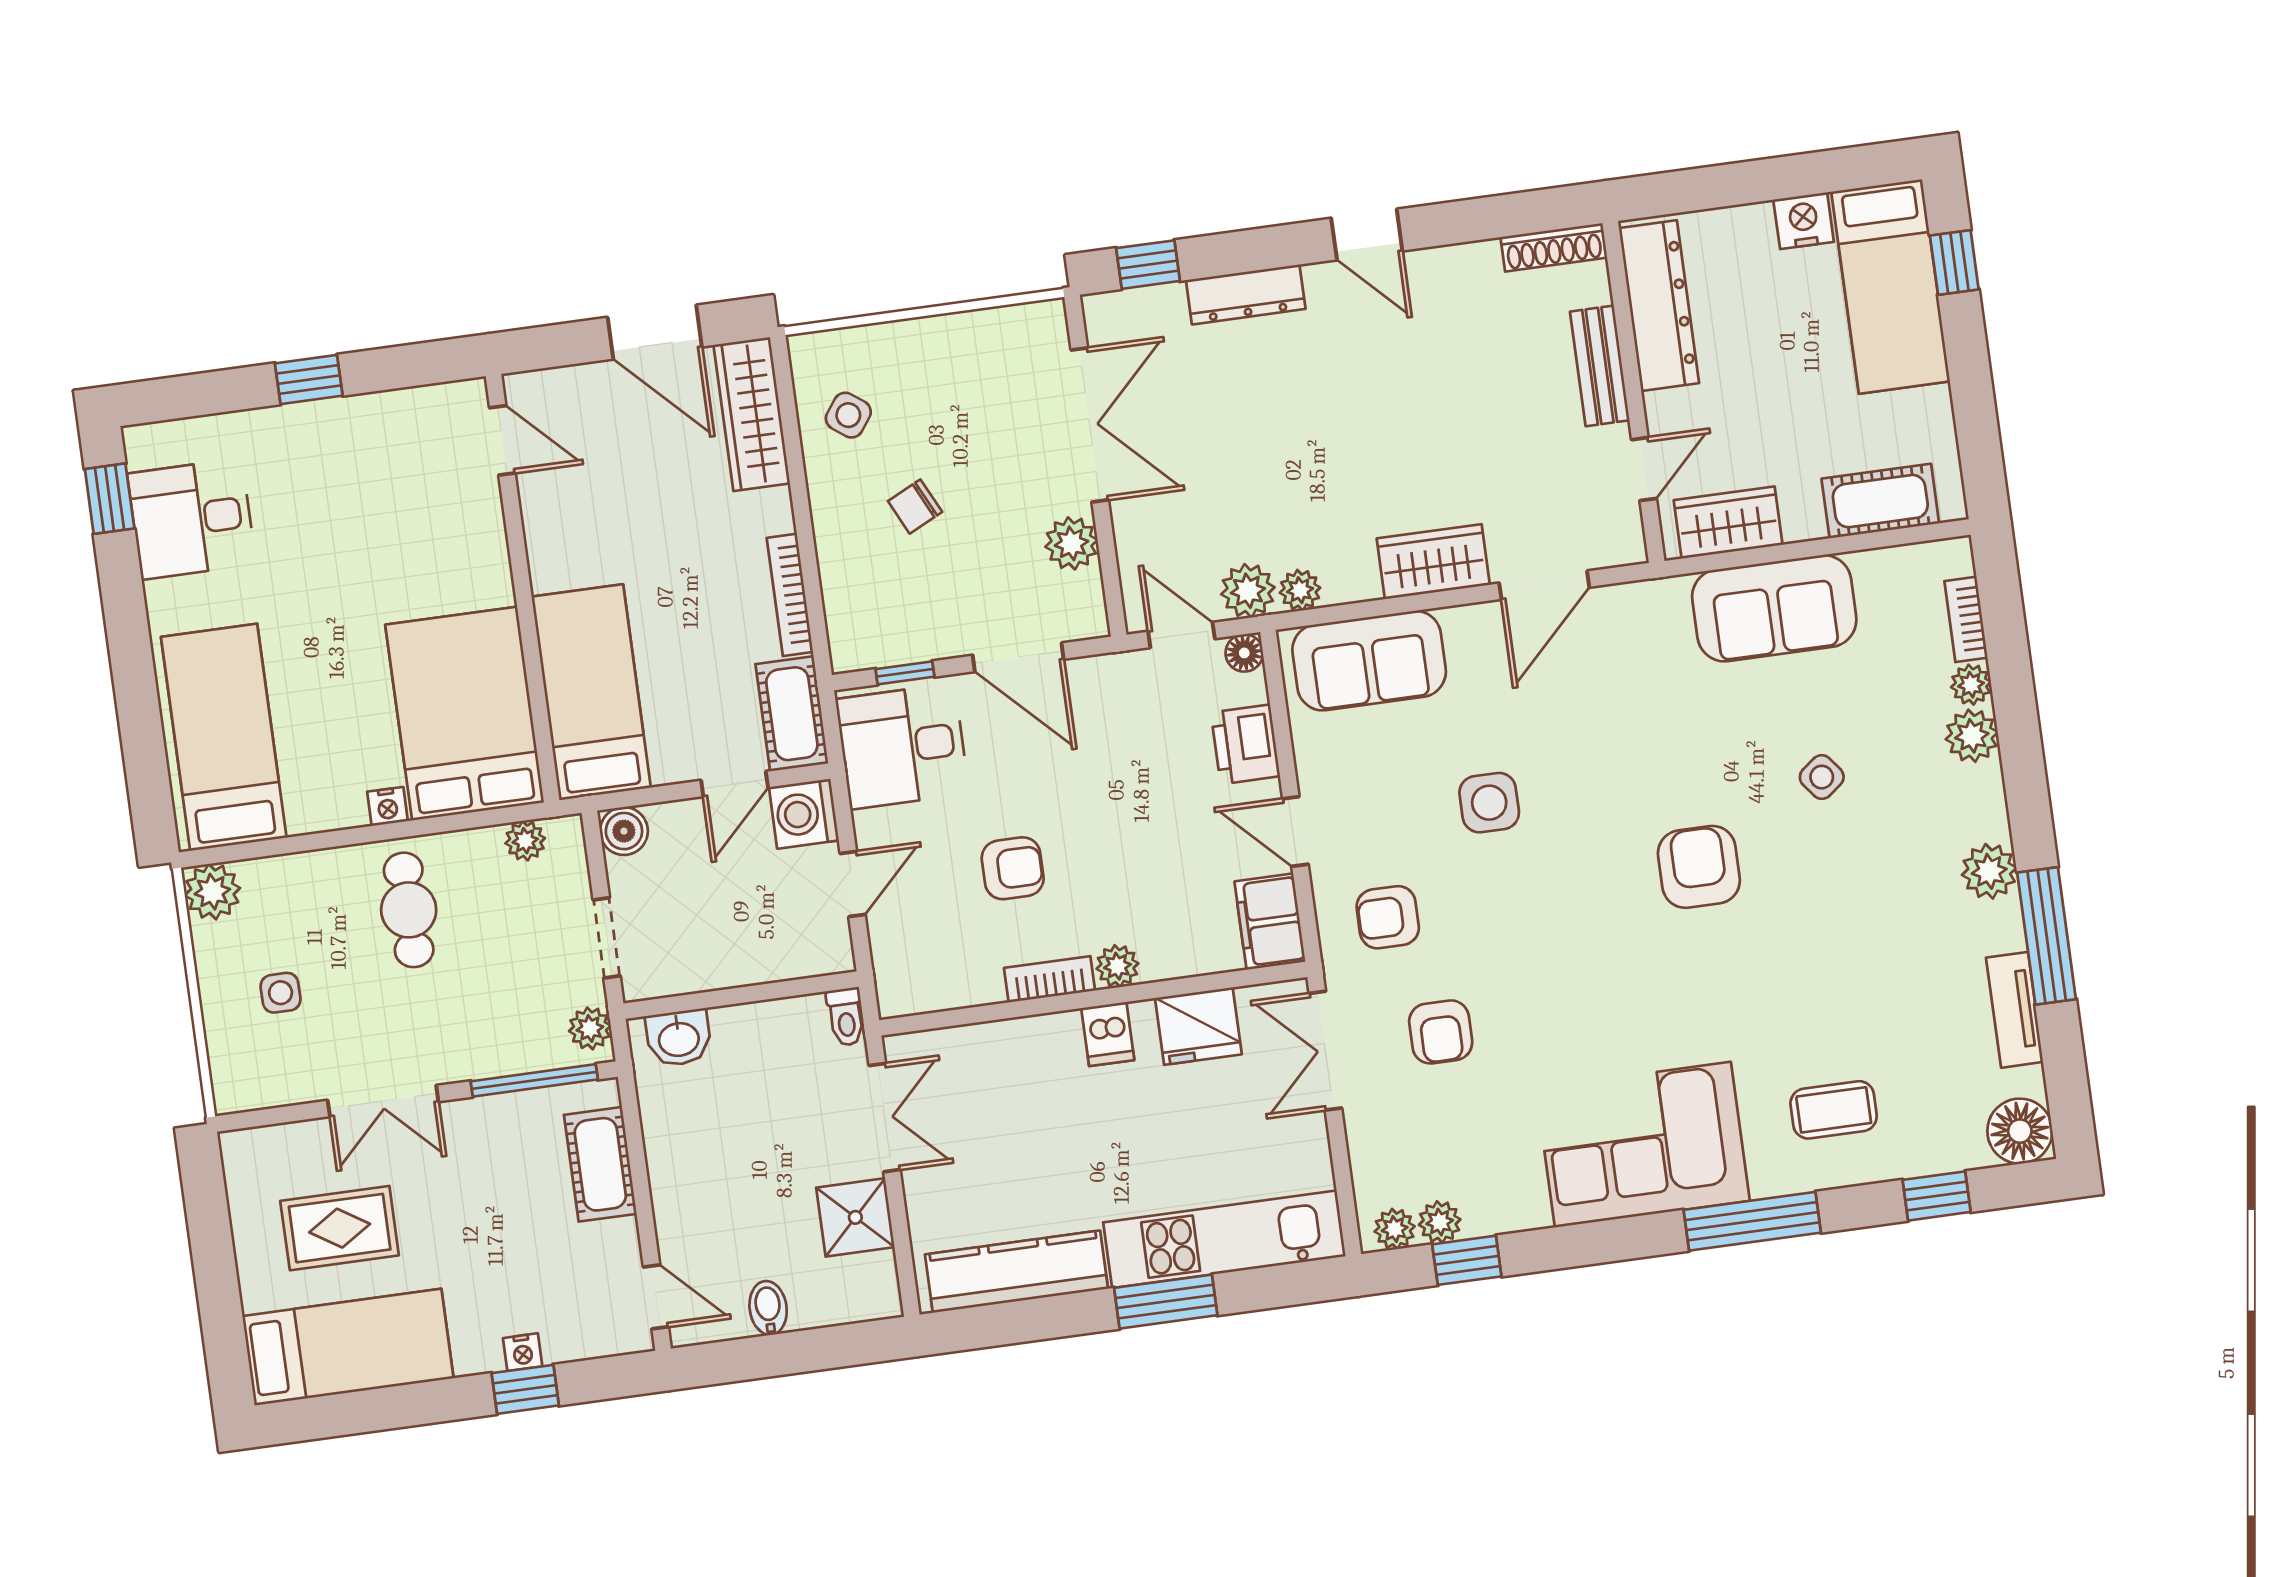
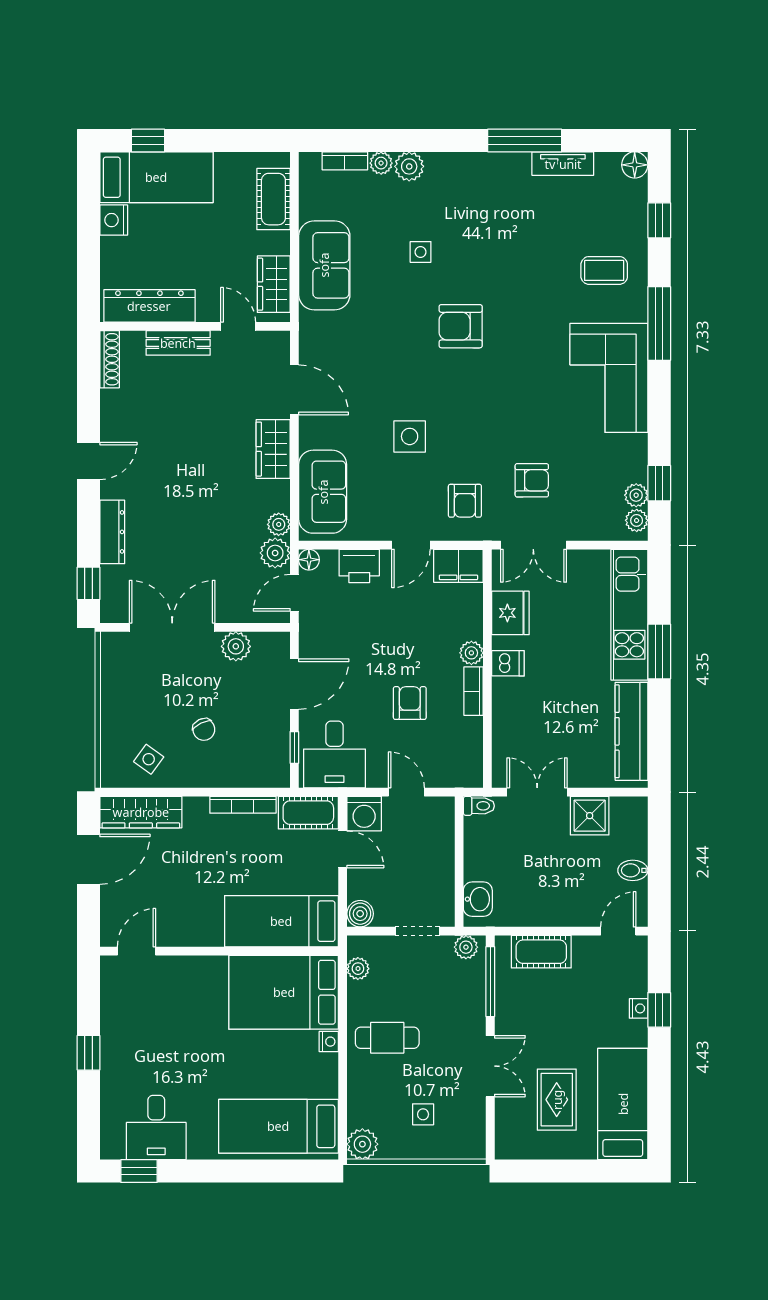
side table: (1822, 777) -> (421, 252), turned 38
plant: (1989, 871) -> (485, 167), removed
coffee table: (1834, 1110) -> (604, 270), turned 90
floor lamp: (2020, 1131) -> (635, 165), width x0.73, depth x0.73

